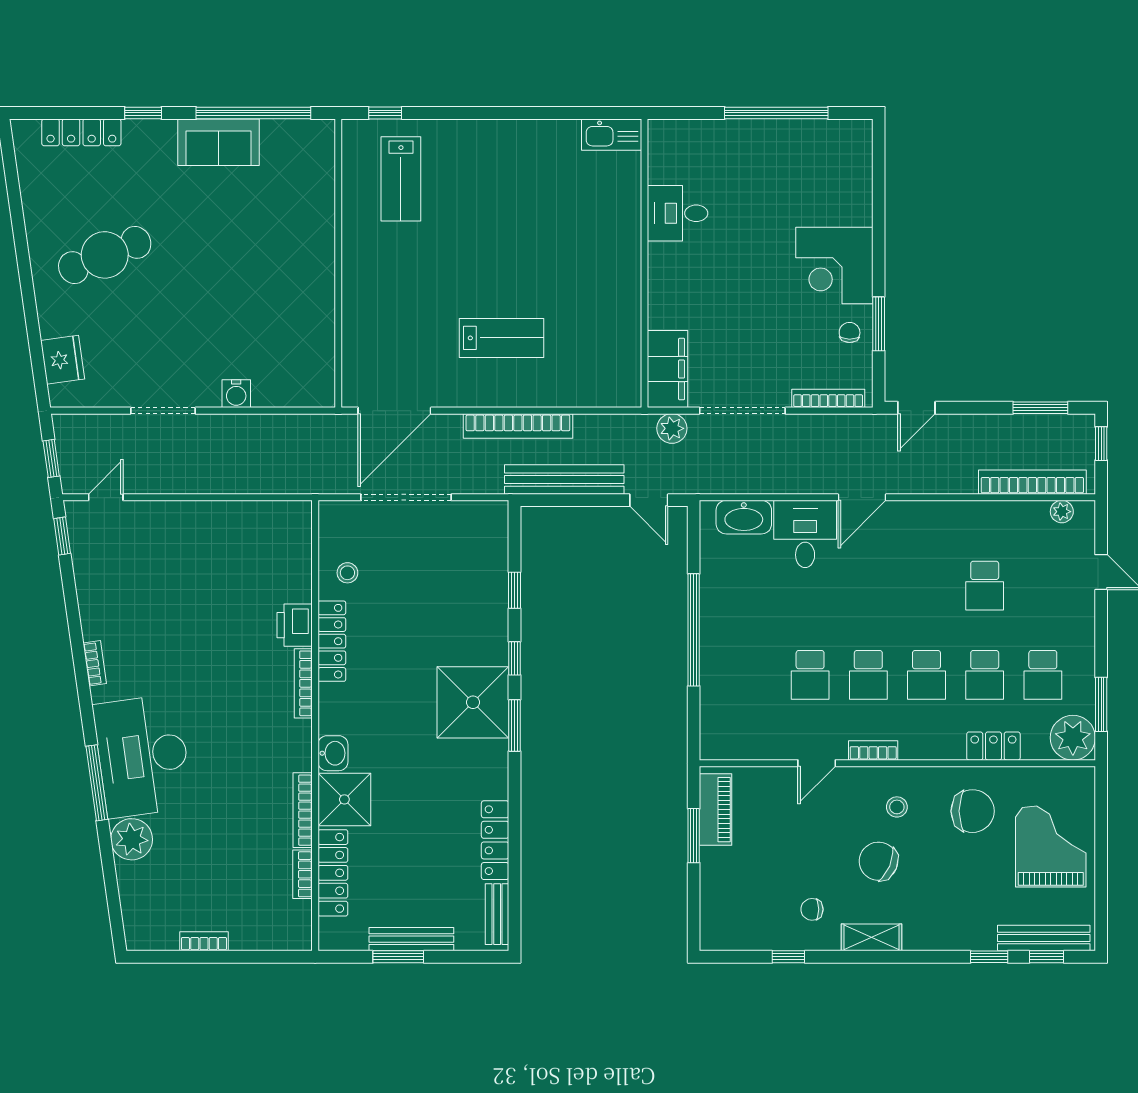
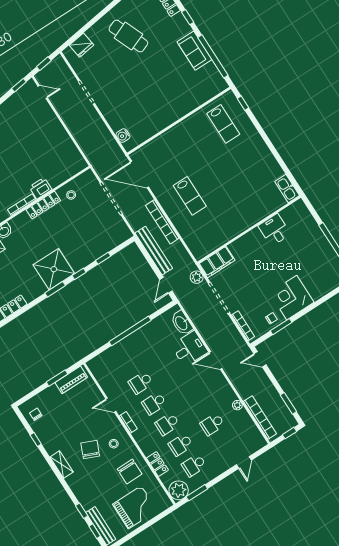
lab bench: (401, 179) -> (223, 124), turned -90
water cooler: (236, 394) -> (123, 136), moved
plant: (1062, 512) -> (237, 405), moved
chair: (812, 909) -> (36, 414), moved

